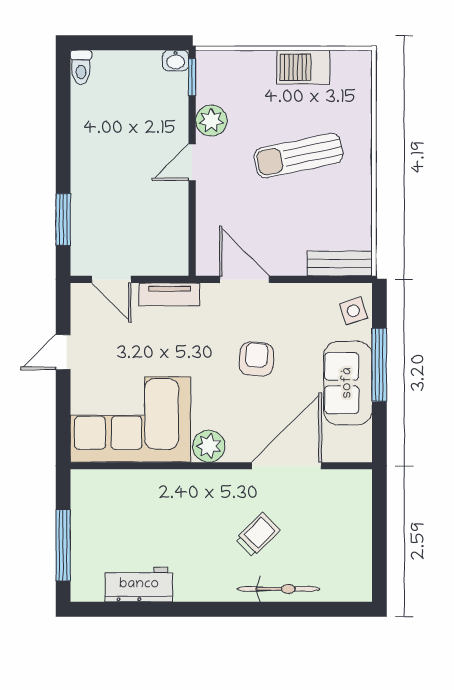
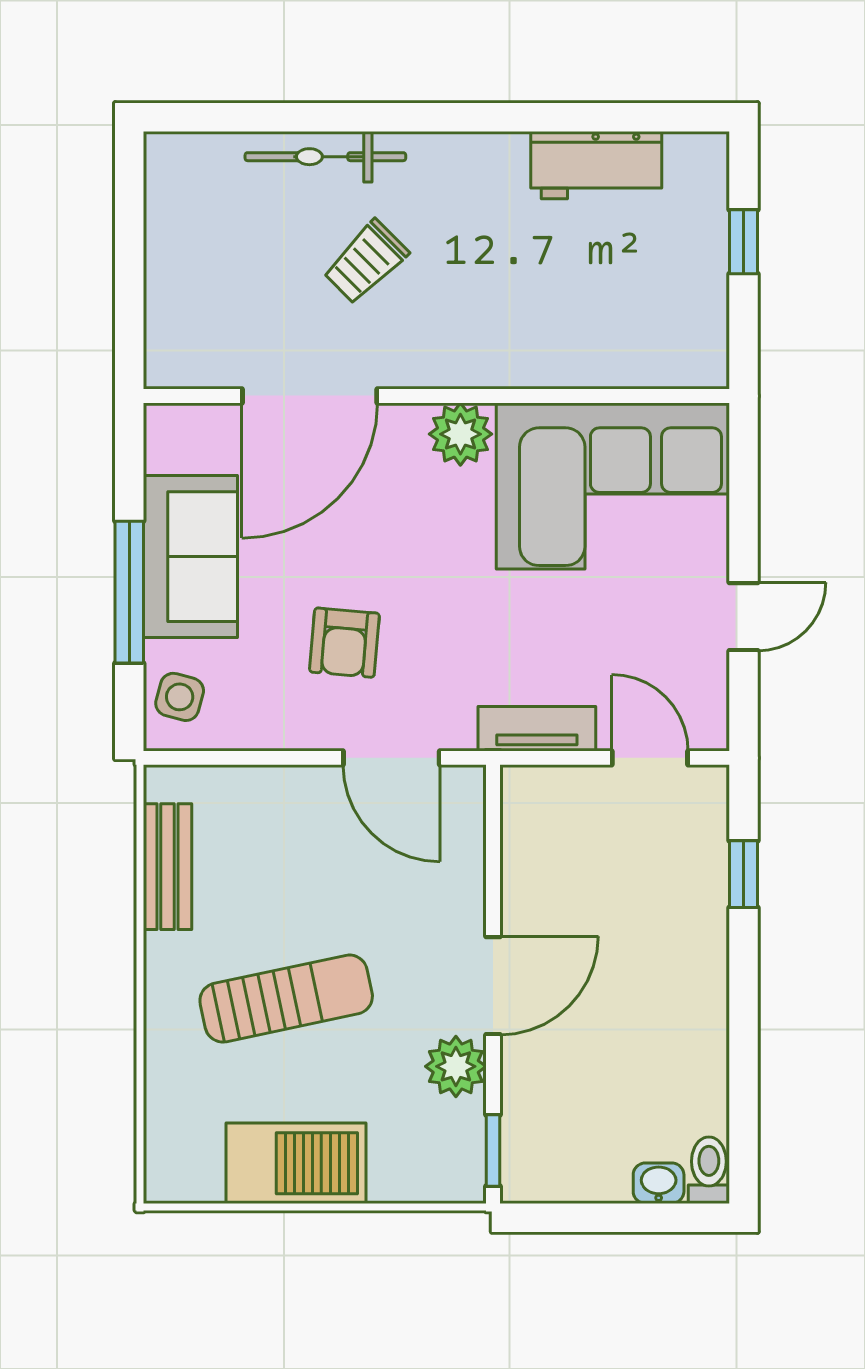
washbasin: (176, 61) -> (659, 1183), moved
barbecue: (303, 67) -> (296, 1163), width x1.37, depth x1.21
door: (192, 162) -> (493, 986), width x1.38
window: (63, 220) -> (744, 874), width x0.67
bench: (340, 264) -> (167, 867), moved, turned 90
side table: (353, 311) -> (180, 697), turned 33
armchair: (256, 359) -> (344, 643), moved
window: (63, 545) -> (744, 242), width x0.46

